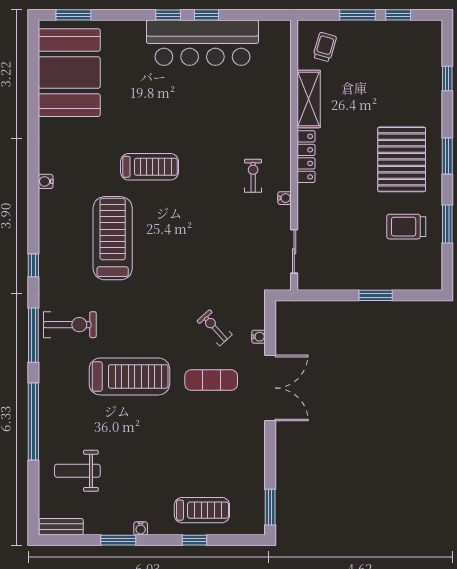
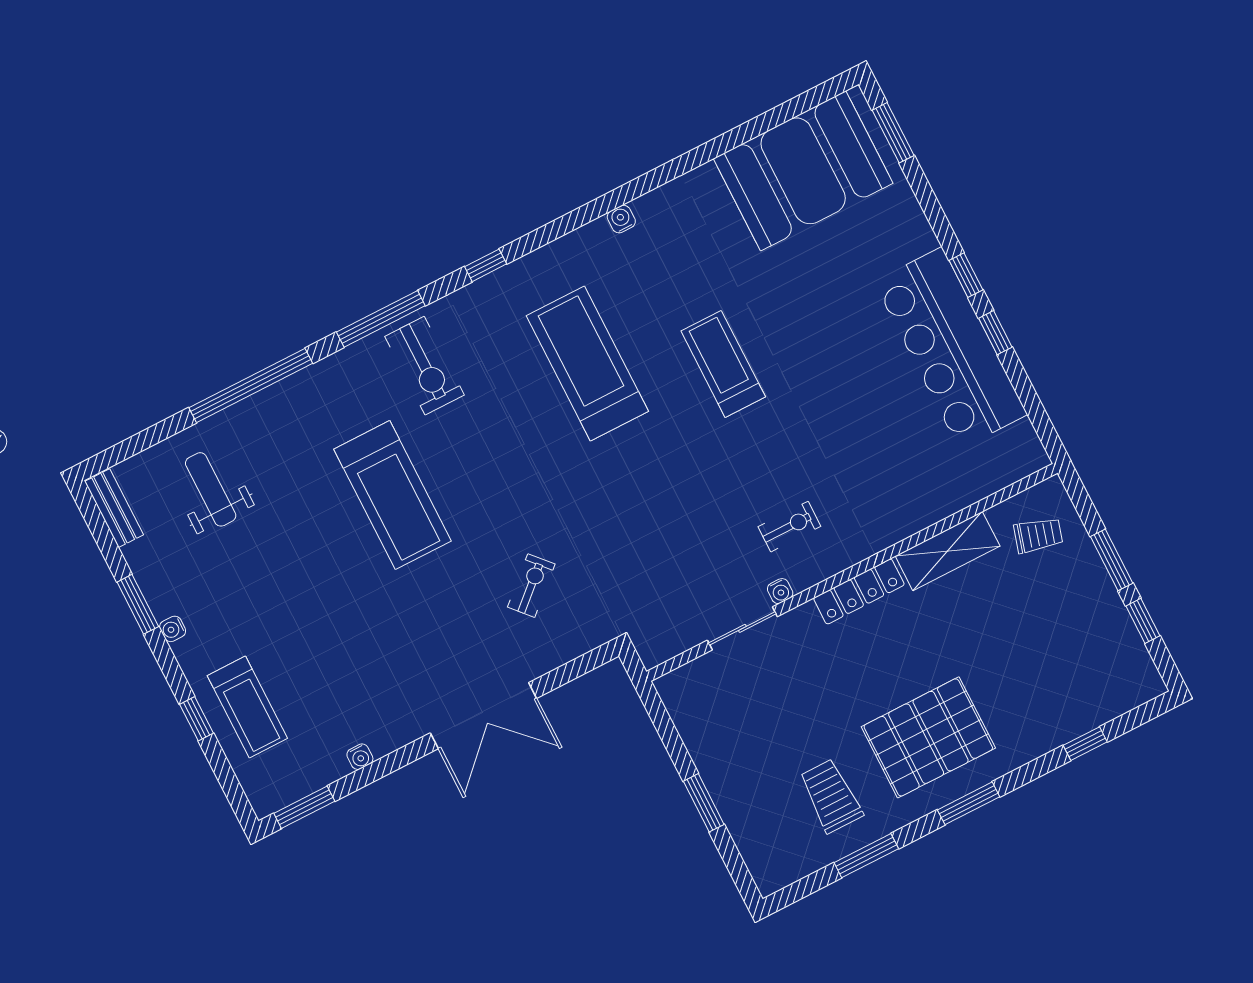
treadmill: (149, 167) -> (723, 364), turned 180
treadmill: (113, 238) -> (587, 363), turned -90
sliding door: (294, 251) -> (742, 628), moved
water cooler: (259, 337) -> (360, 757), moved
exercise mat: (211, 380) -> (450, 621), removed

